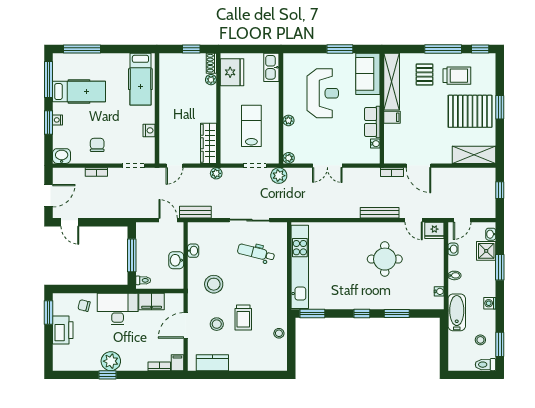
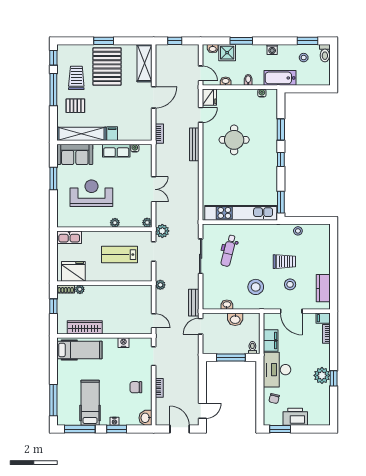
wardrobe: (208, 143) -> (85, 327), moved, turned 180
door: (418, 166) -> (154, 97), moved

